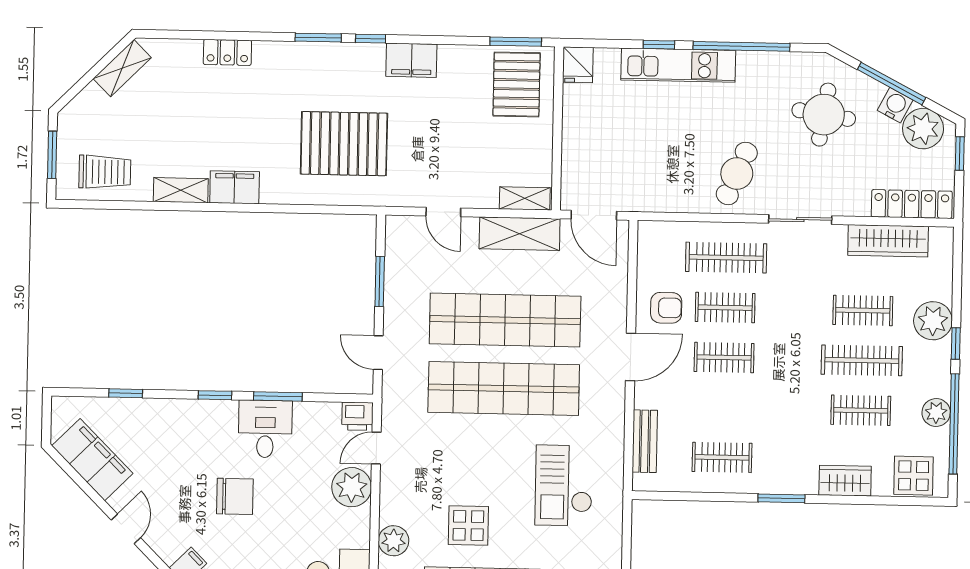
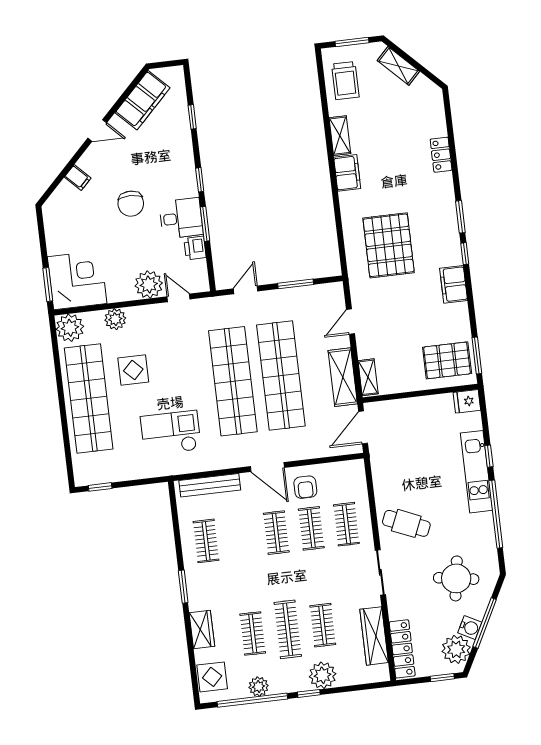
shelving: (122, 68) -> (398, 66), moved
clothes rail: (726, 258) -> (346, 524), width x0.73
printer: (357, 416) -> (195, 248), moved
bench: (645, 441) -> (210, 485), width x1.36

